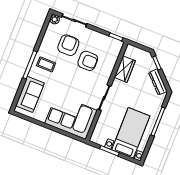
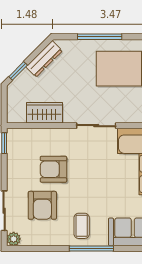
armchair: (68, 45) -> (42, 205), turned -90
armchair: (88, 61) -> (53, 169), turned -90

